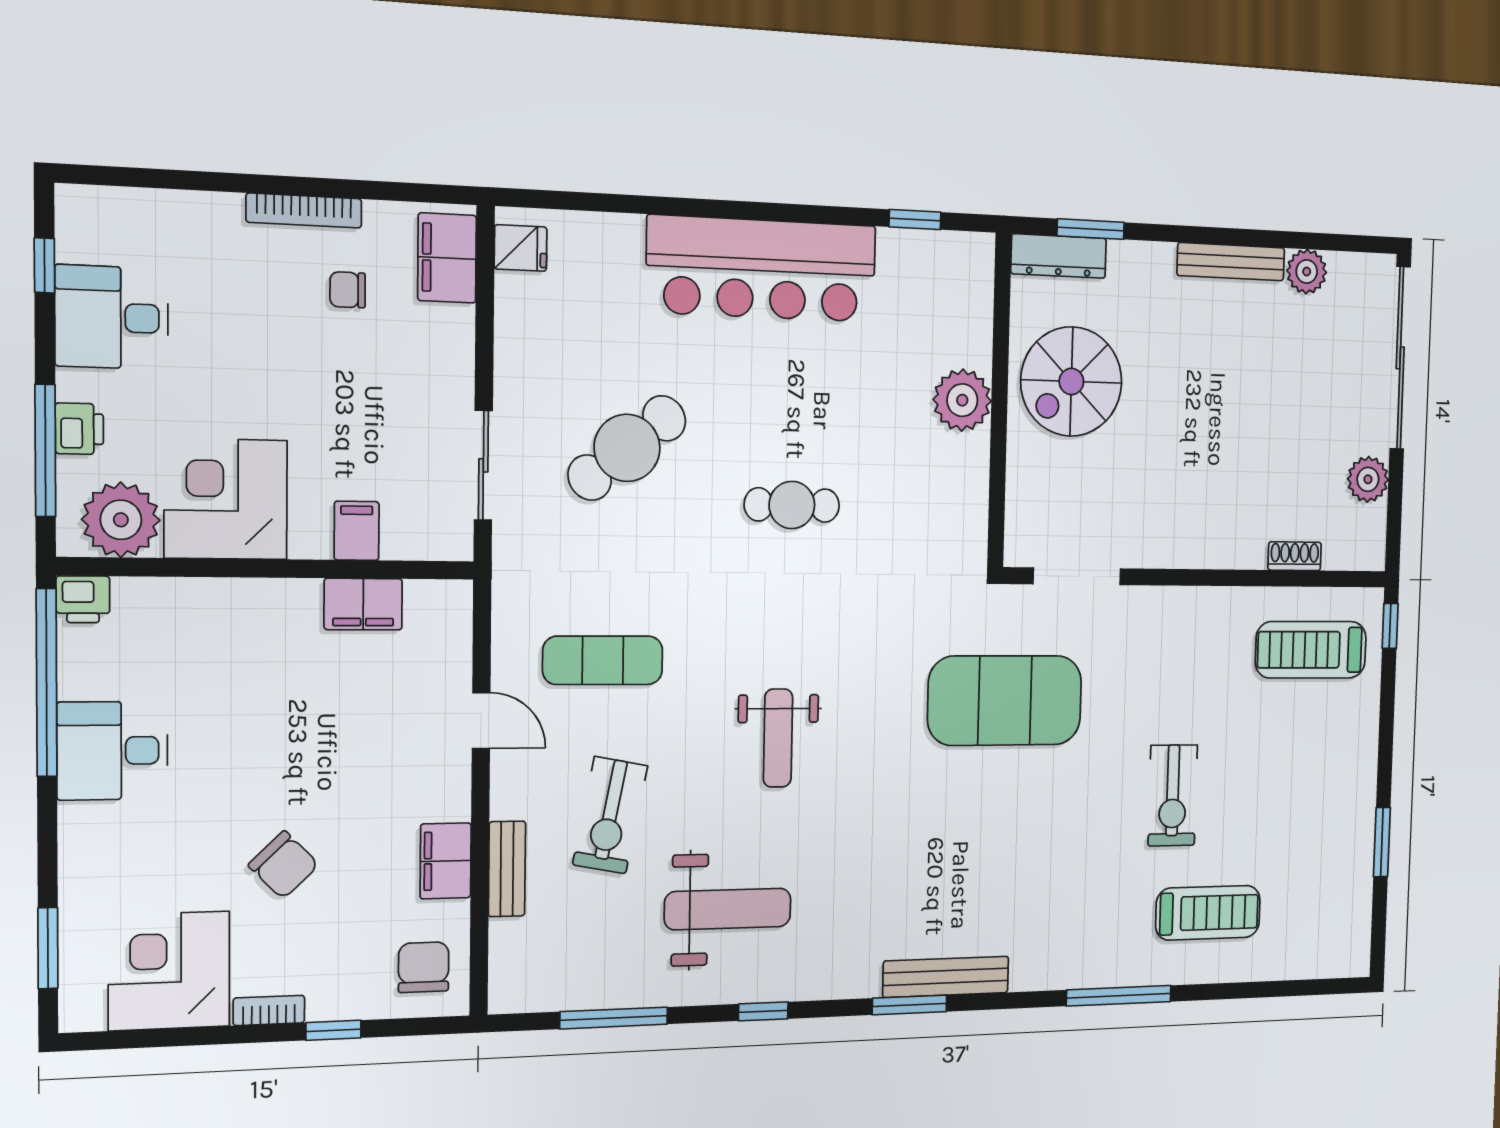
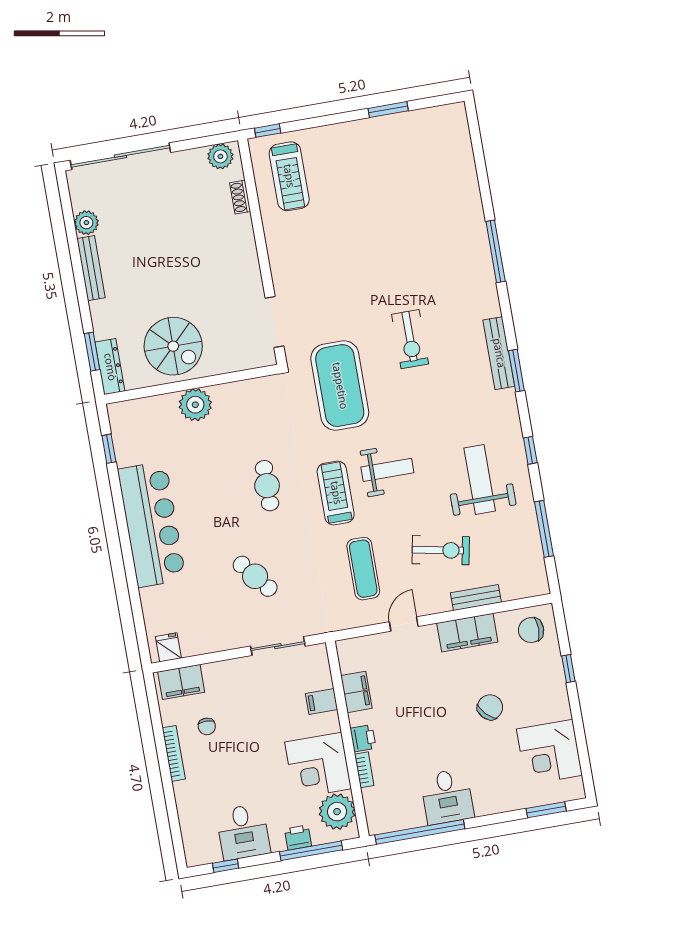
cafe table: (627, 448) -> (255, 576), width x0.73, depth x0.74
plant: (1368, 479) -> (220, 156), moved
printer: (83, 599) -> (363, 738), moved
exercise mat: (1005, 700) -> (340, 386), moved
exercise bike: (1173, 795) -> (410, 339), moved, turned 90
filing cabinet: (446, 861) -> (467, 633), width x1.50, depth x1.17
treadmill: (1208, 913) -> (336, 493), moved
bookcase: (269, 1010) -> (364, 770), moved, turned 180

